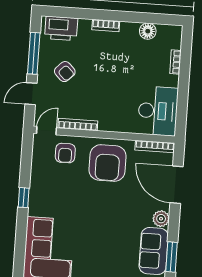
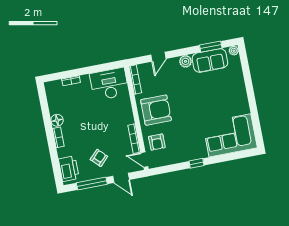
floor lamp: (148, 31) -> (57, 120), moved
armchair: (65, 153) -> (157, 142), turned 90
door: (177, 185) -> (158, 57), width x0.53

